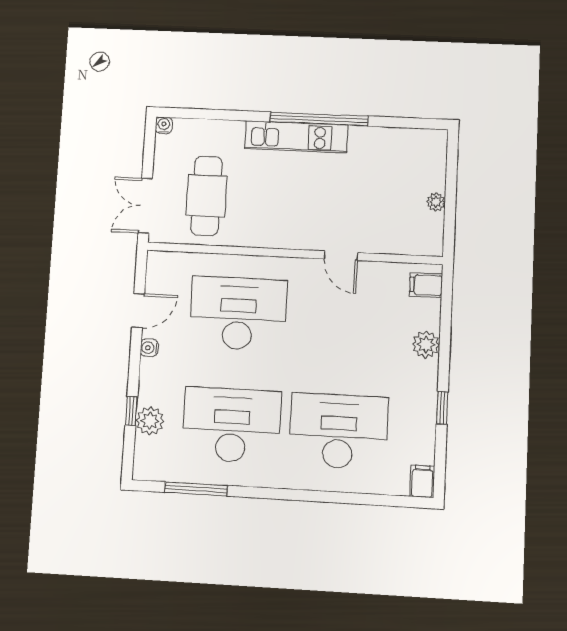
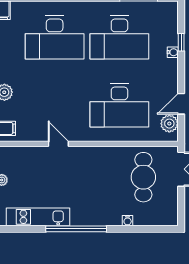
water cooler: (164, 125) -> (128, 221), moved
kitchen unit: (297, 137) -> (38, 217), moved
water cooler: (149, 348) -> (173, 52), moved
plant: (150, 421) -> (169, 124), moved

